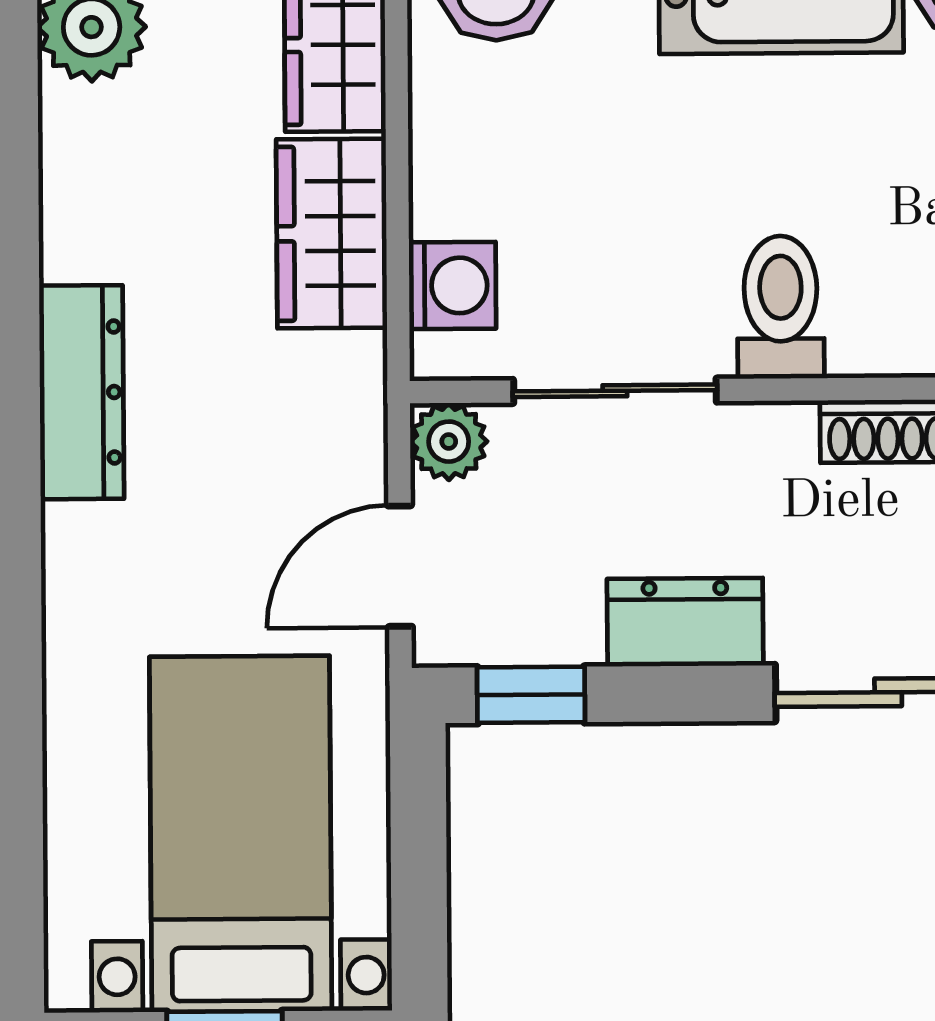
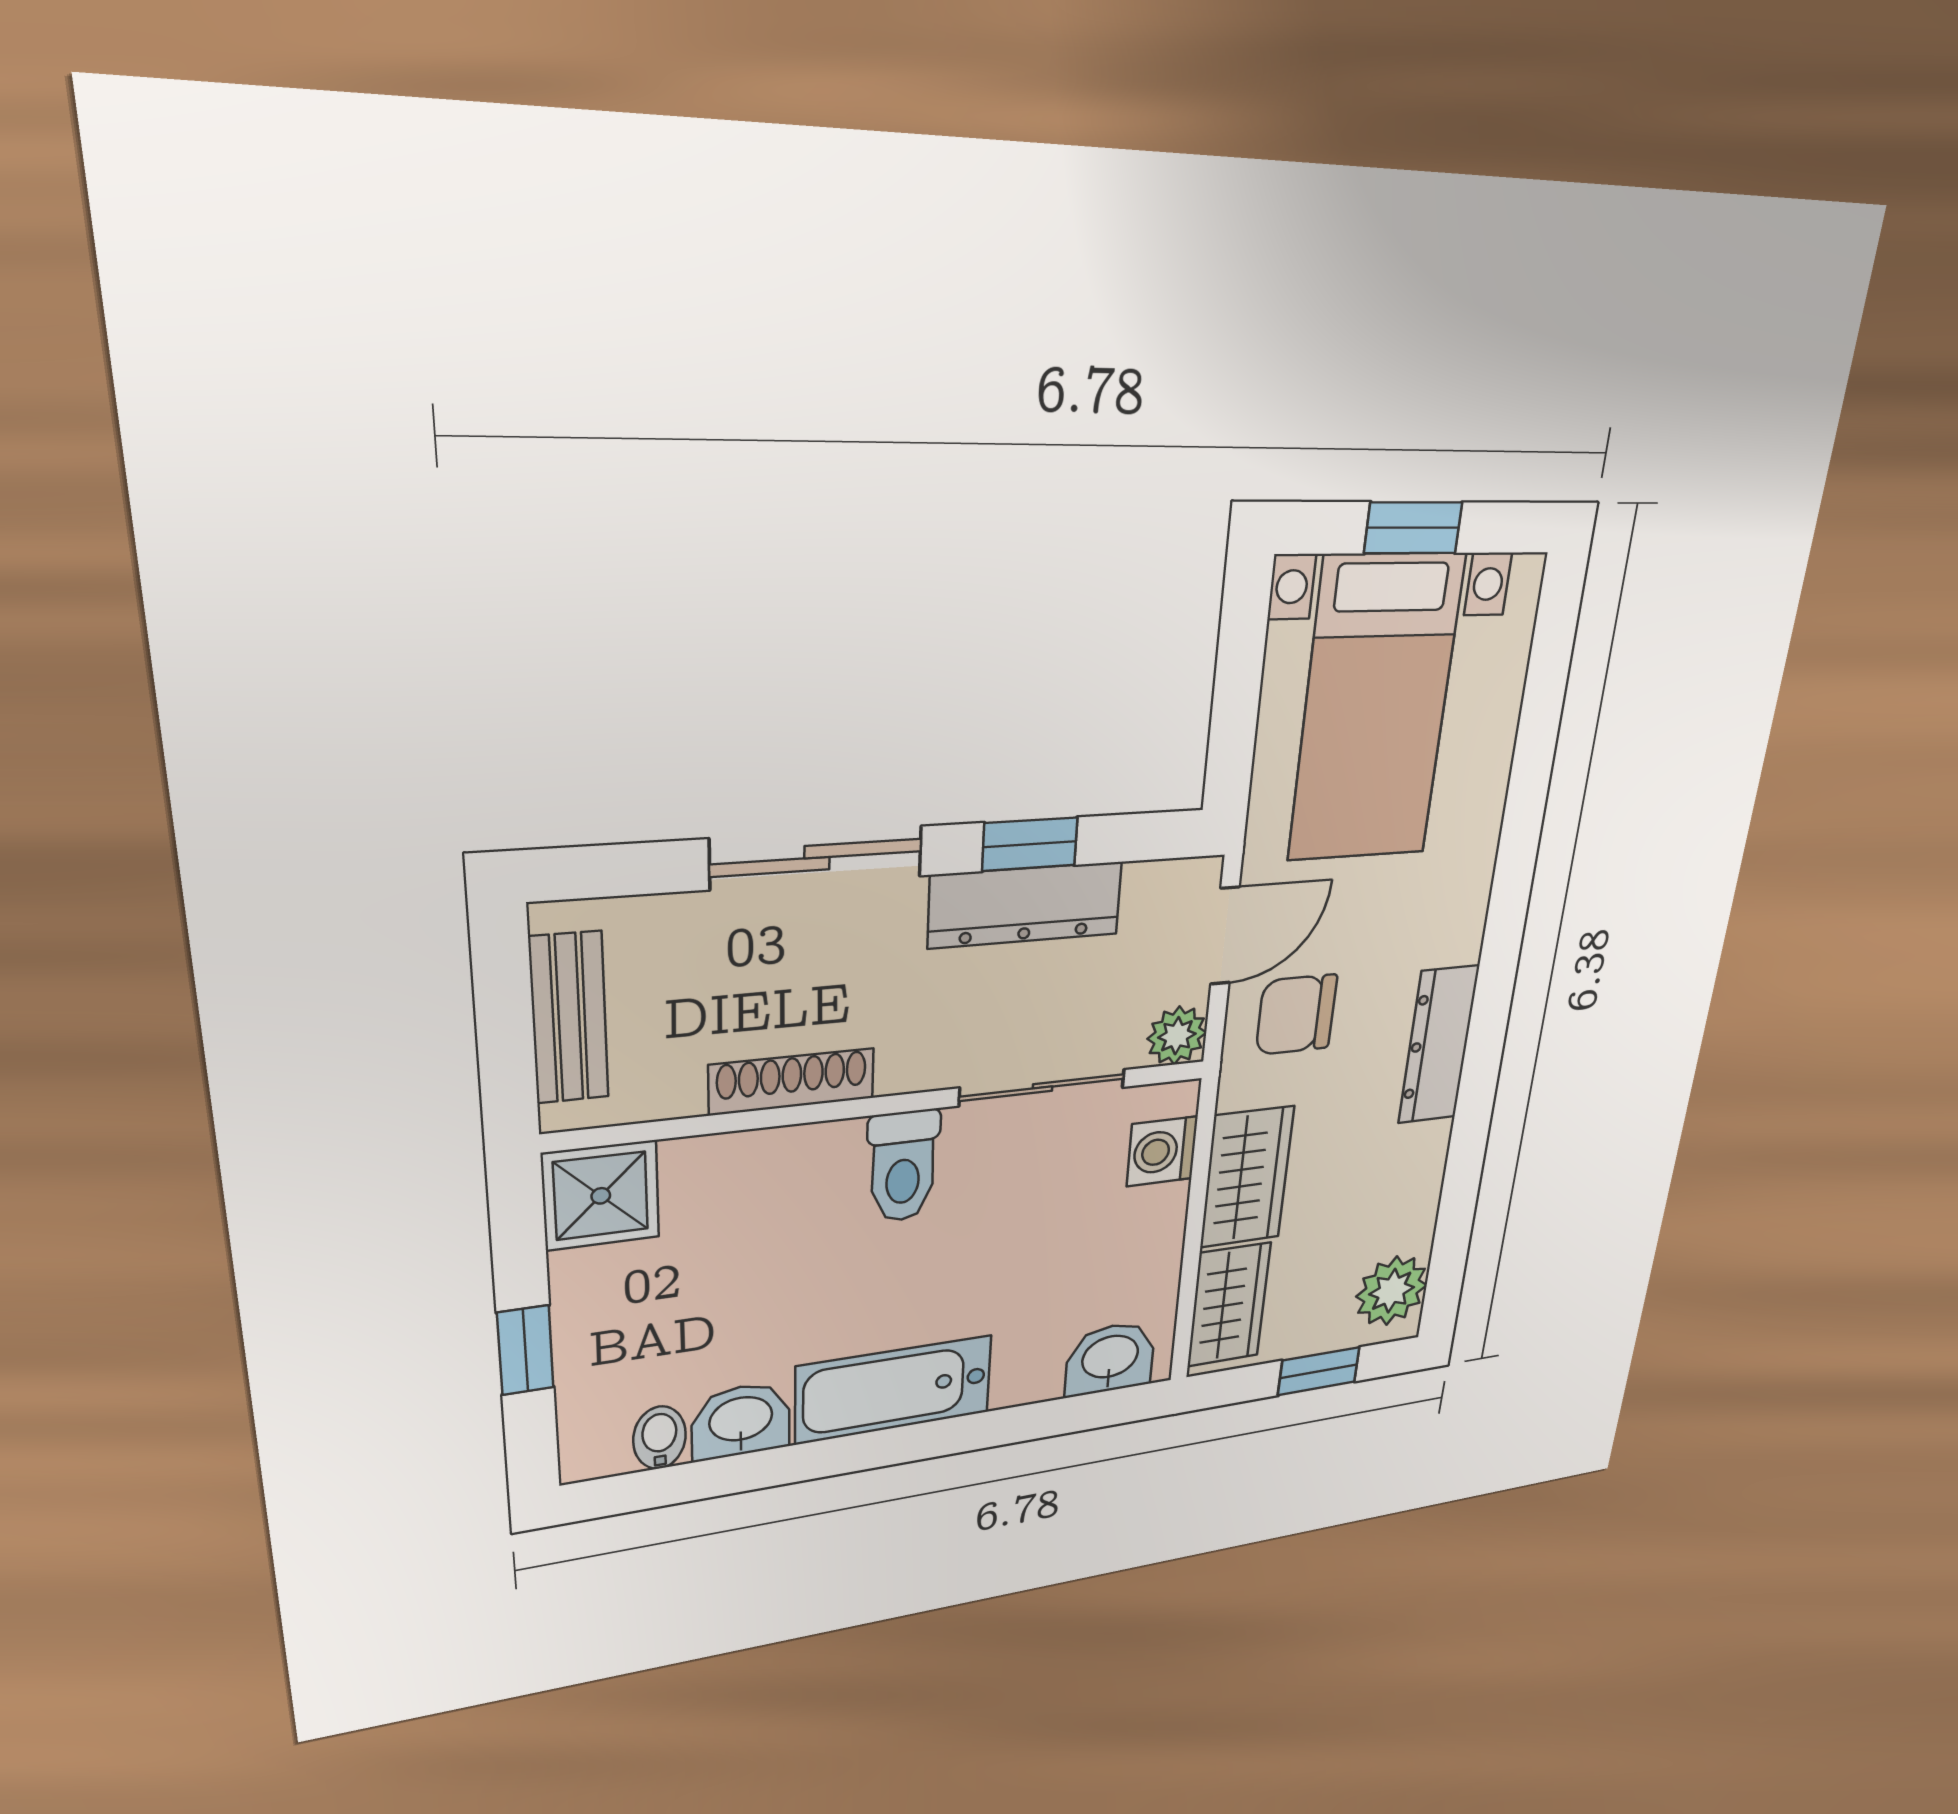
chair: (291, 454) -> (1296, 1015), added
dresser: (685, 622) -> (1025, 905), width x1.44
window: (531, 695) -> (1030, 844), moved

